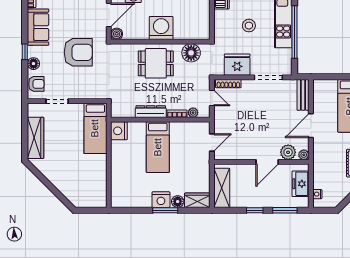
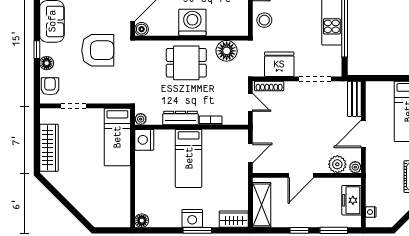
stool: (249, 26) -> (264, 20), moved
armchair: (36, 84) -> (50, 86), turned -90
plant: (193, 113) -> (141, 119), moved
door: (267, 162) -> (301, 175), moved
floor lamp: (178, 202) -> (142, 221), moved

